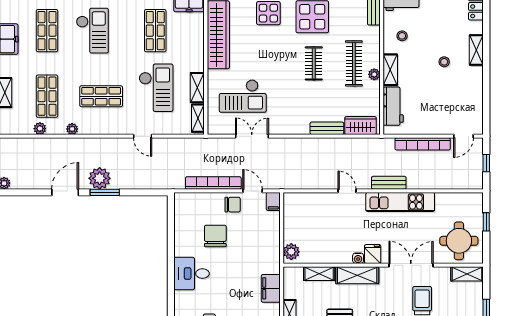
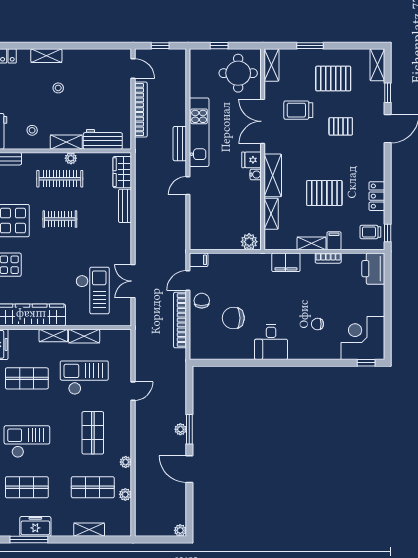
shelving: (198, 118) -> (53, 336), moved
plant: (100, 178) -> (180, 429), width x0.53, depth x0.53

